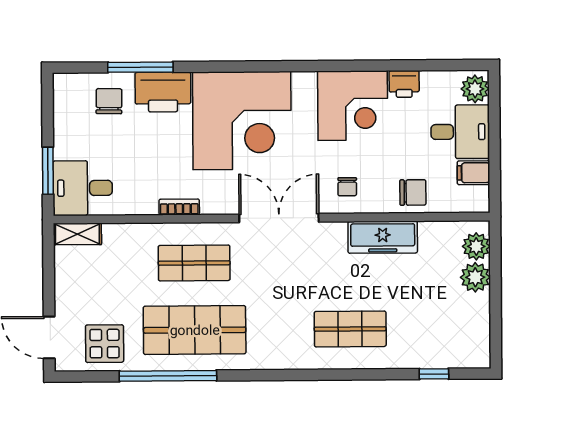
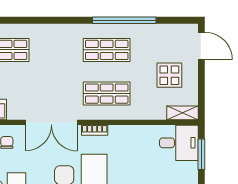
bookcase: (179, 207) -> (95, 130), moved
shop shelf: (195, 330) -> (107, 50), width x0.70, depth x0.74
display table: (105, 344) -> (169, 75), moved

